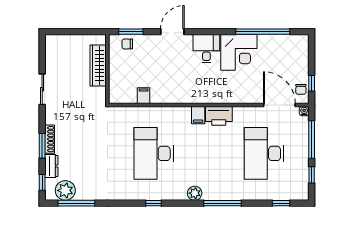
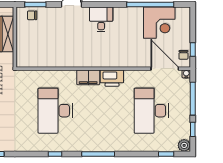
corner desk: (239, 52) -> (159, 23), moved
filing cabinet: (144, 96) -> (46, 60), removed
filing cabinet: (198, 115) -> (88, 77), width x2.00
plant: (195, 193) -> (184, 145), moved
window: (222, 203) -> (98, 154), moved

